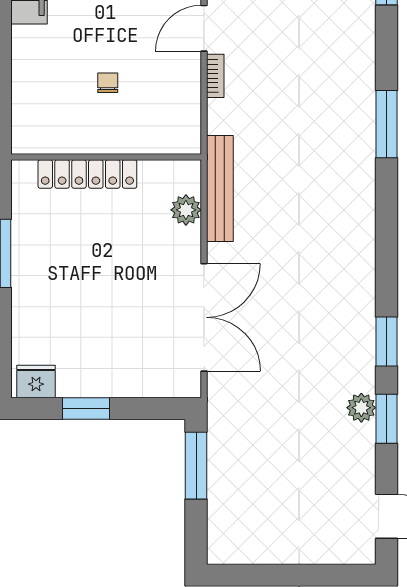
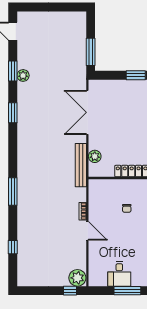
door: (204, 28) -> (87, 231), hinge flipped
window: (387, 341) -> (13, 113), moved

